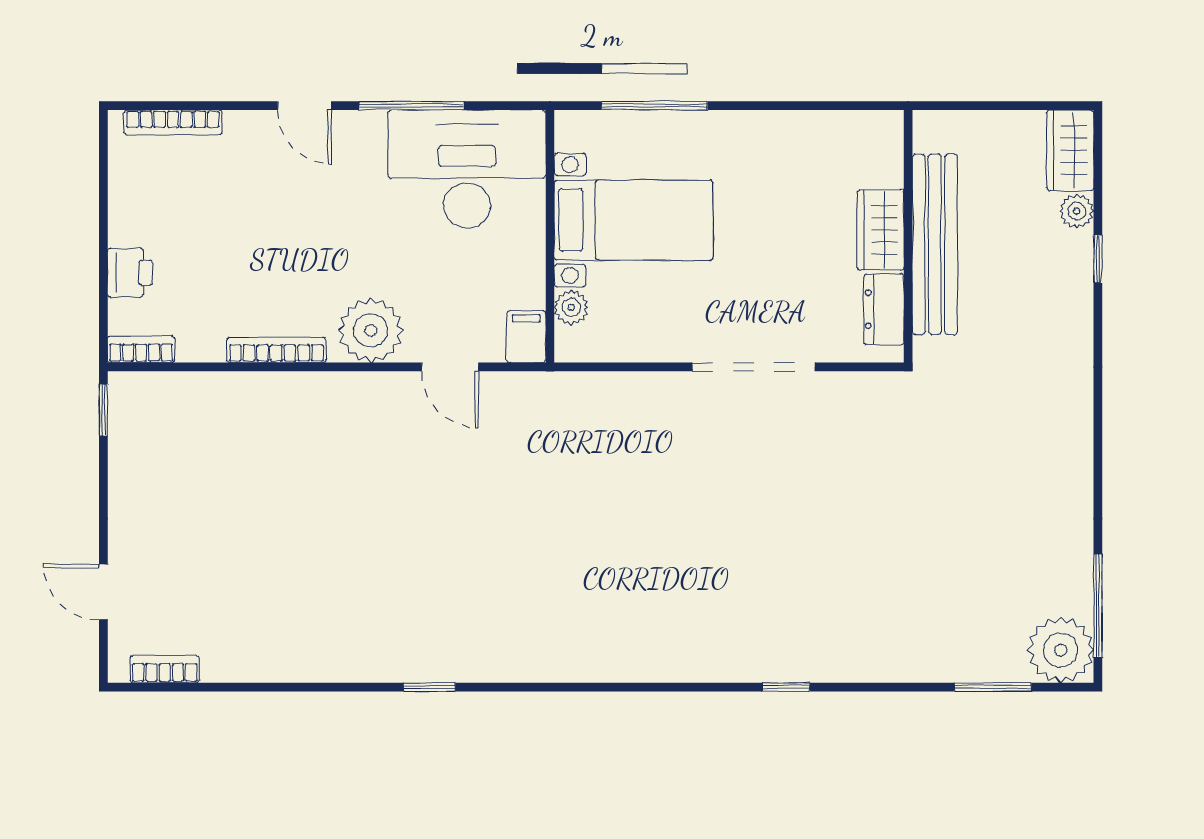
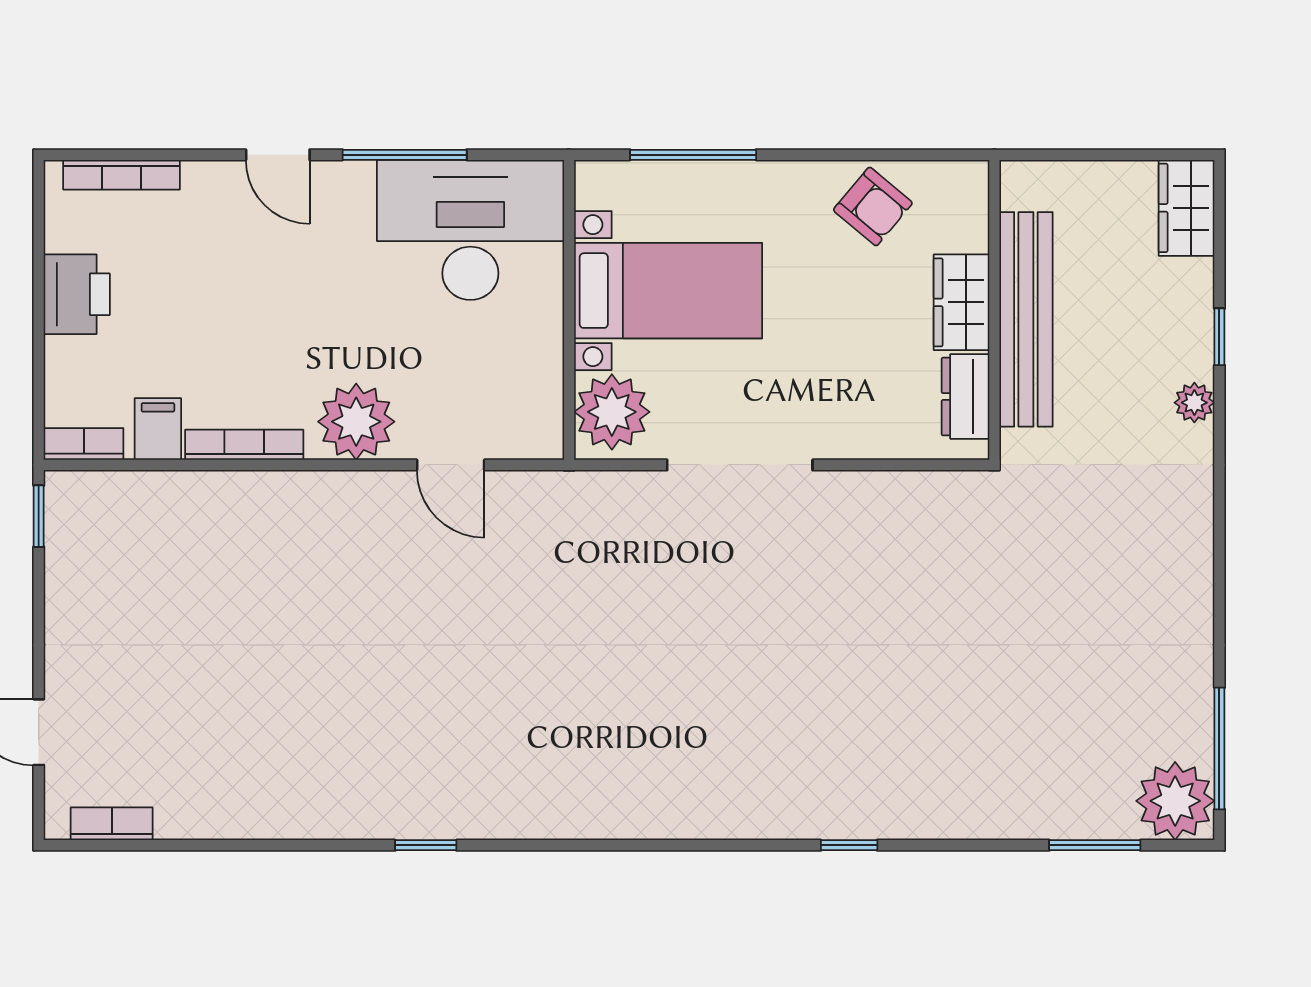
armchair: (806, 149) -> (873, 206), added
plant: (1077, 211) -> (1194, 403), moved
printer: (130, 273) -> (77, 294), moved, width x1.36, depth x1.24
plant: (571, 307) -> (612, 412), width x1.88, depth x1.88
filing cabinet: (526, 337) -> (158, 429), moved
doorway: (754, 367) -> (740, 465), moved

